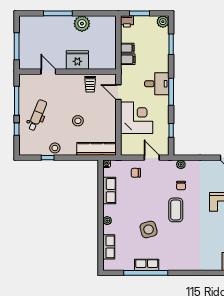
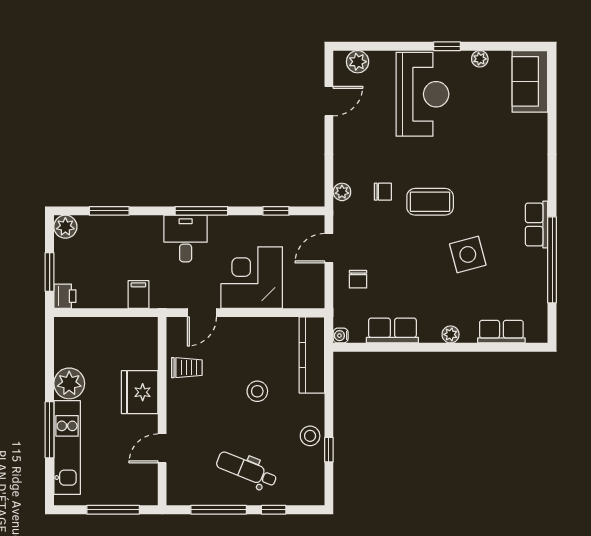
kitchen unit: (49, 22) -> (67, 447), added
filing cabinet: (127, 48) -> (117, 296), removed
row of seats: (147, 265) -> (537, 225), moved

